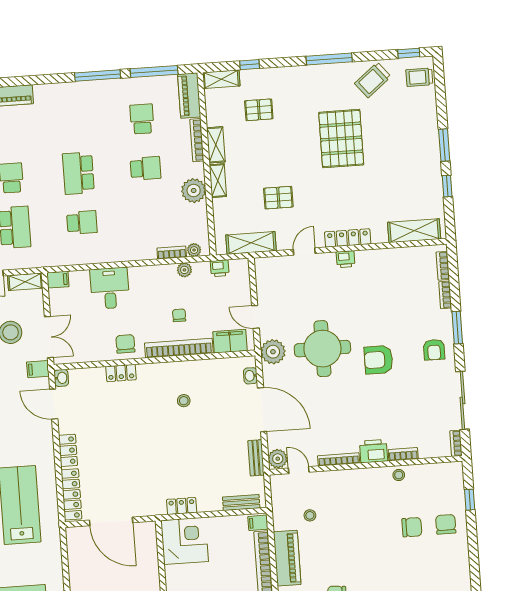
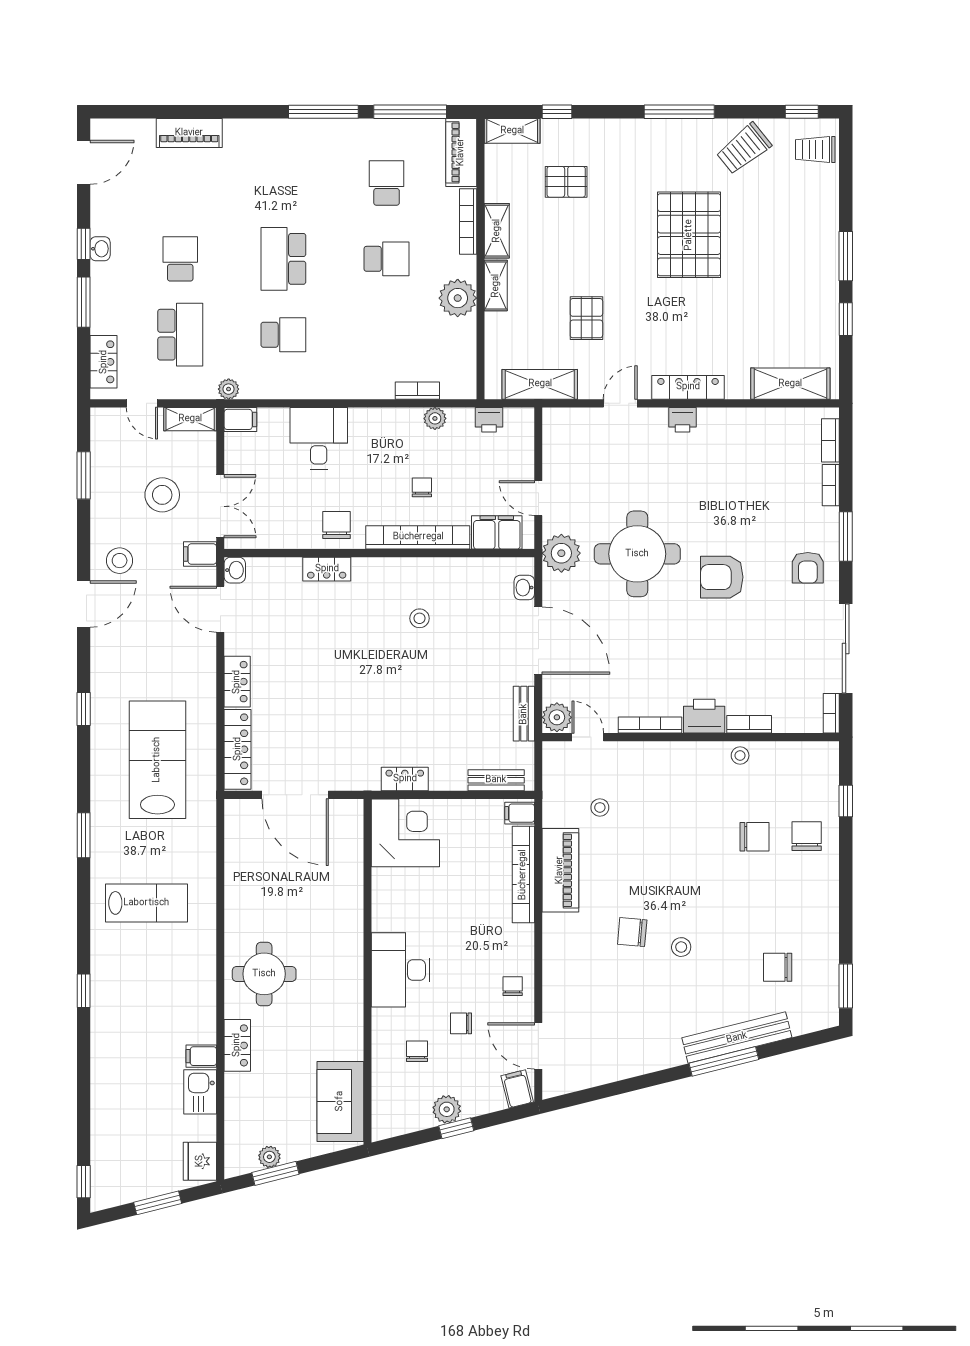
pallet: (278, 198) -> (586, 318), turned 90
plant: (194, 250) -> (229, 389), moved

